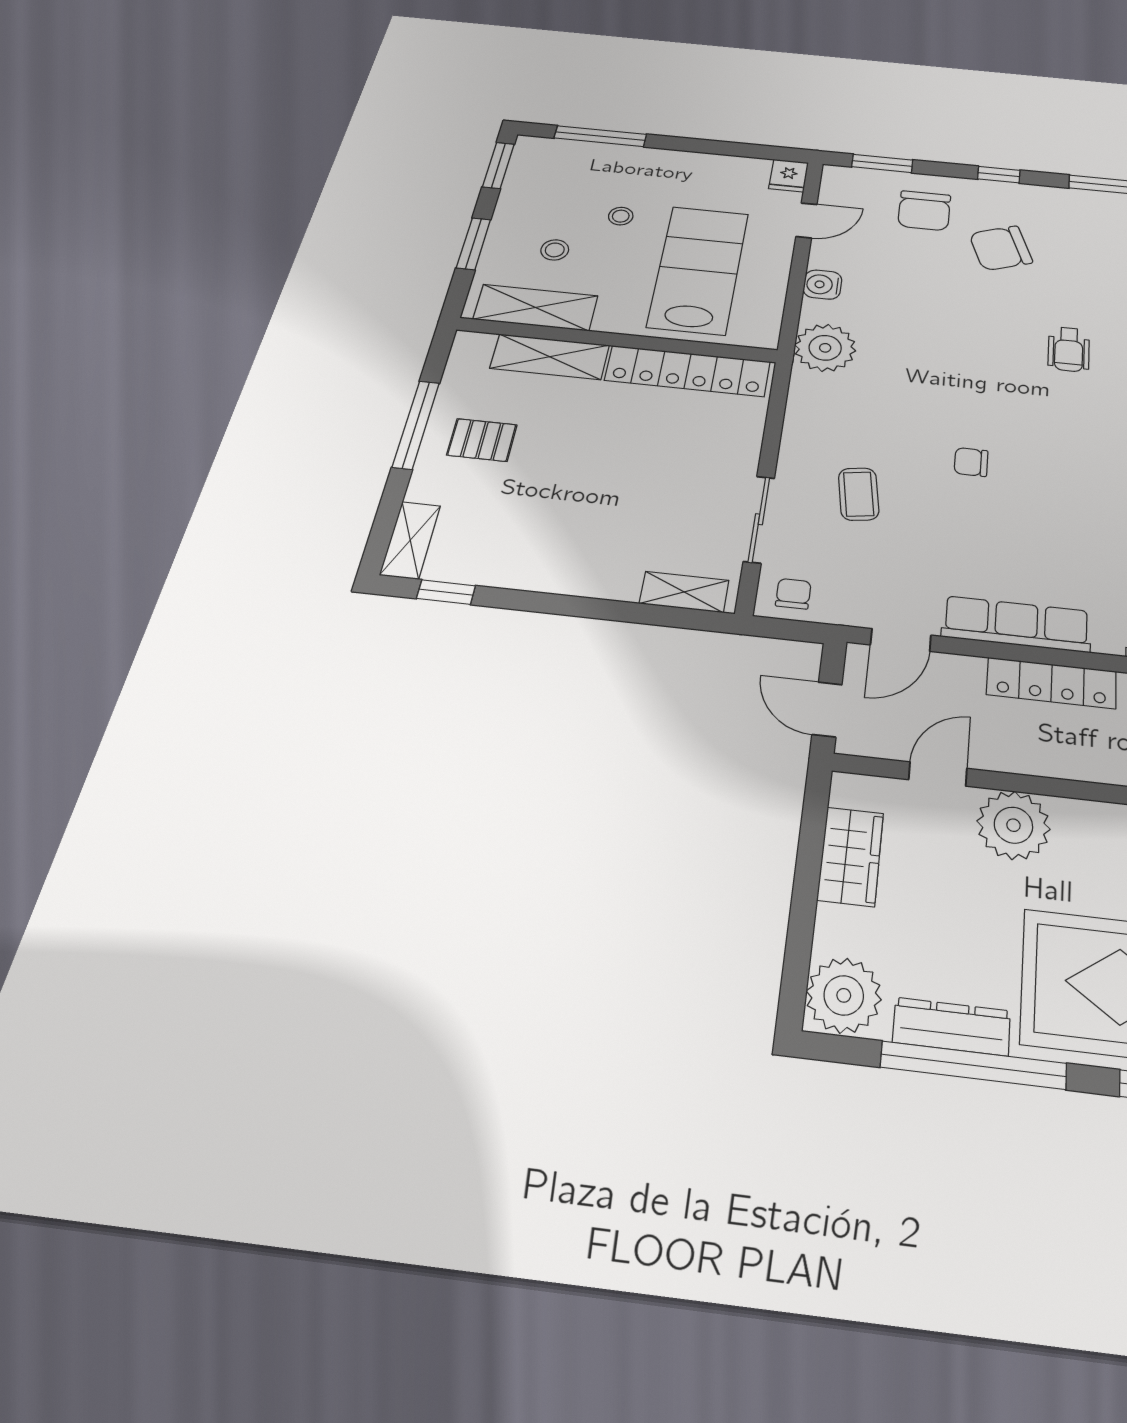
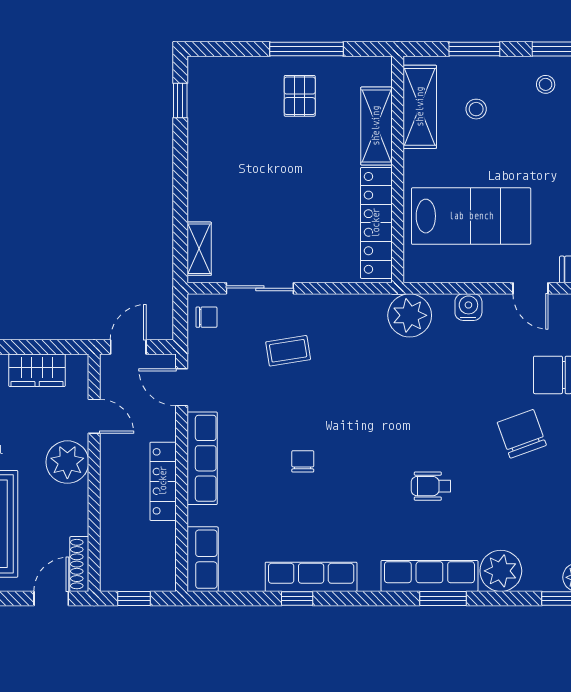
stool: (621, 216) -> (546, 84), moved
chair: (971, 462) -> (303, 461), moved
shelving: (410, 540) -> (215, 69), removed

